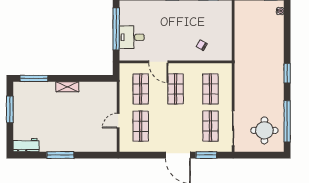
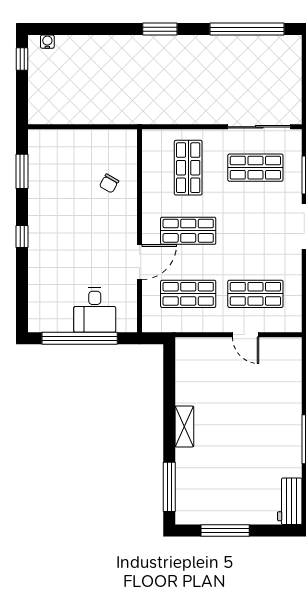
shop shelf: (210, 89) -> (188, 168), turned 90
round table: (264, 130) -> (263, 70), removed

